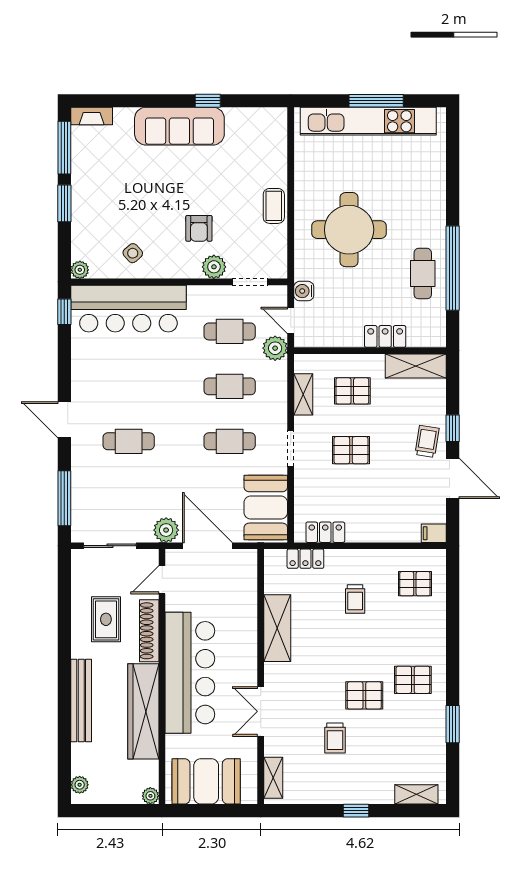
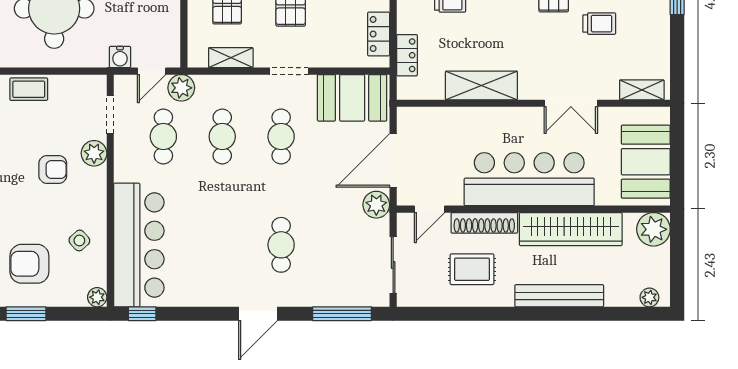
armchair: (111, 207) -> (29, 264), added
door: (162, 580) -> (429, 209), hinge flipped
plant: (150, 796) -> (653, 229), width x1.88, depth x1.88

